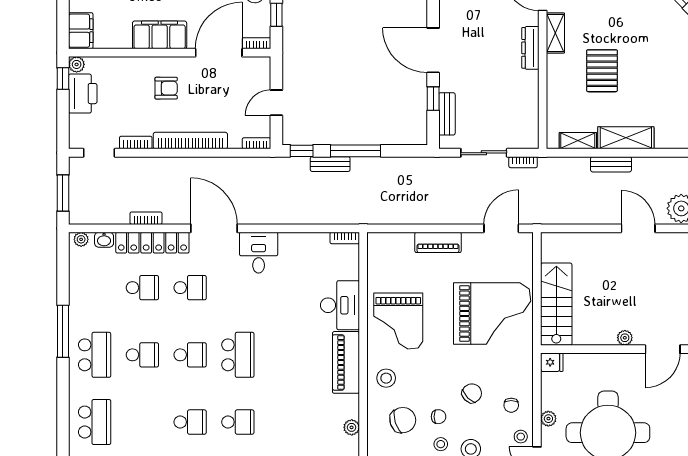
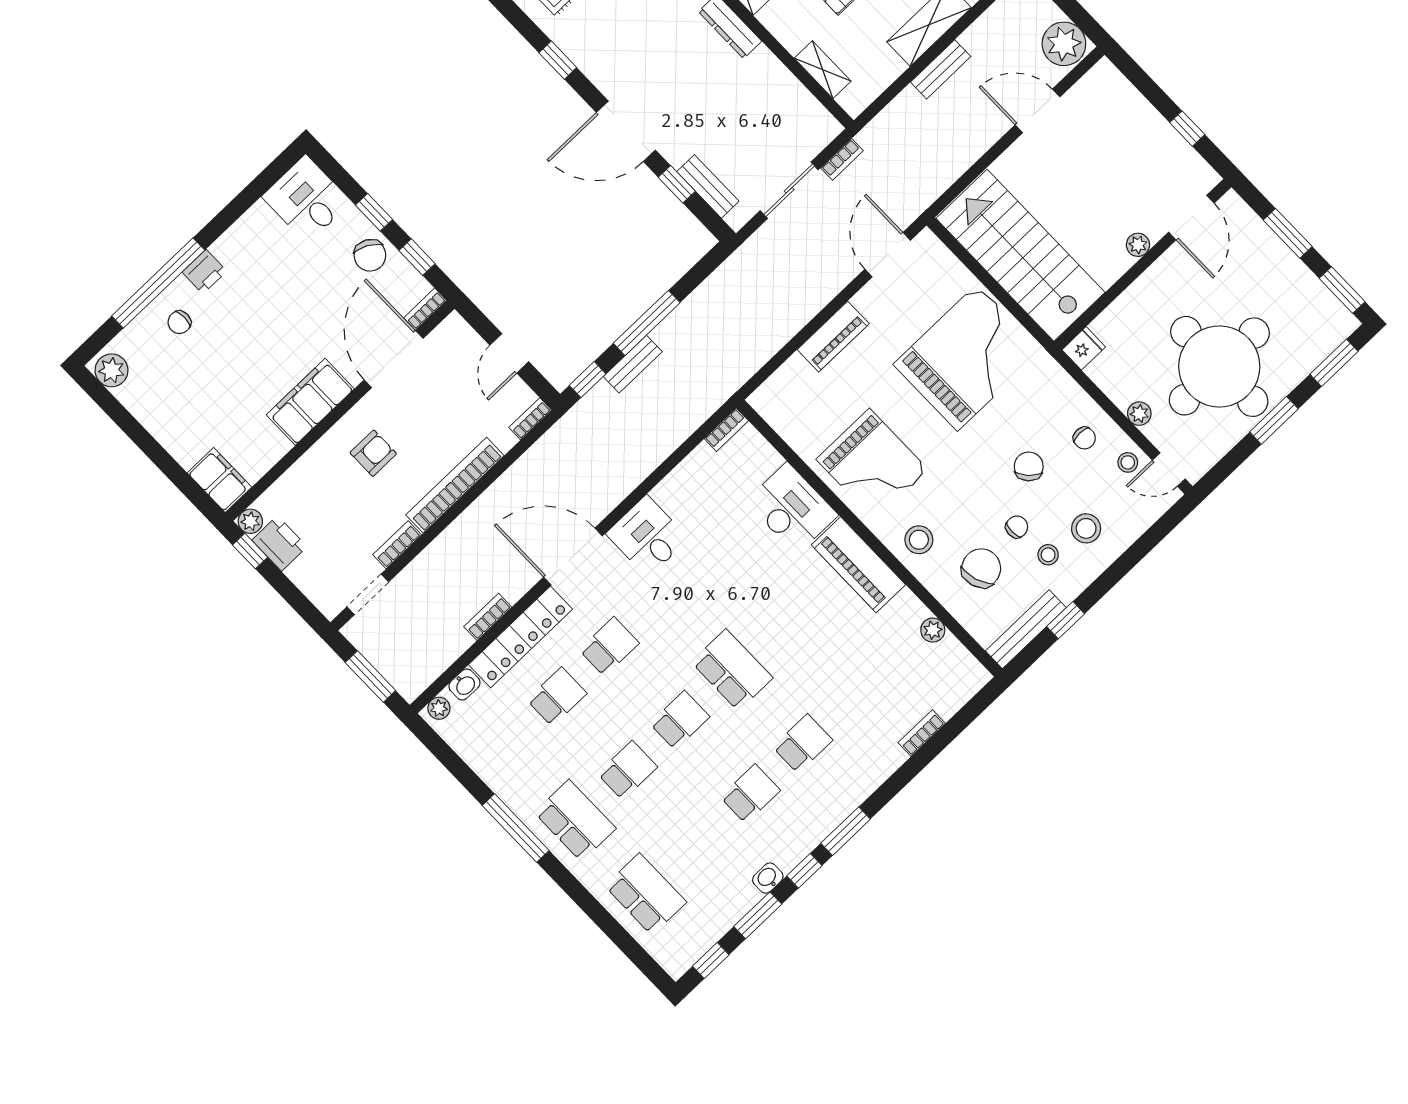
printer: (83, 94) -> (279, 543), width x0.73, depth x0.84
shelving: (578, 141) -> (823, 70), moved, turned 90
stairs: (556, 304) -> (1020, 255), width x1.36, depth x1.51

